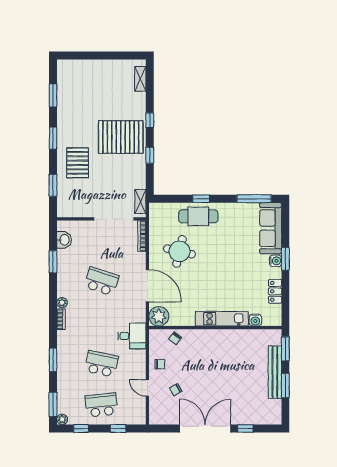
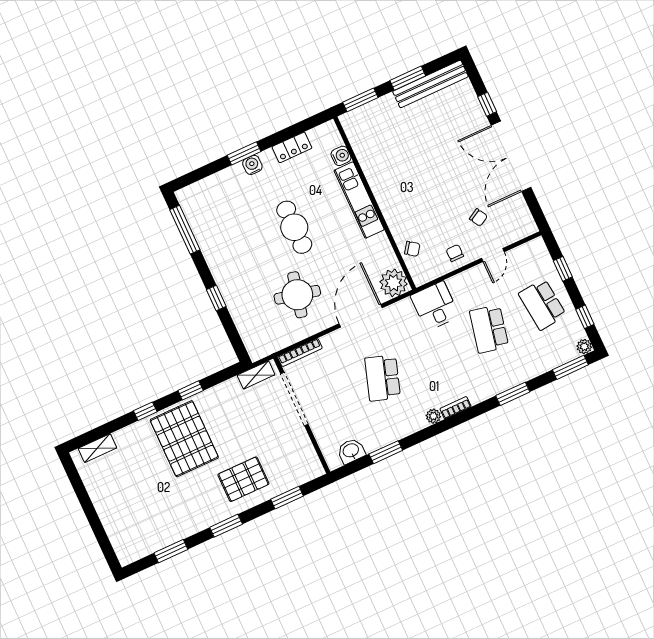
cafe table: (198, 216) -> (294, 227), moved
sofa: (271, 228) -> (213, 191), removed
bench: (275, 372) -> (430, 84), moved

